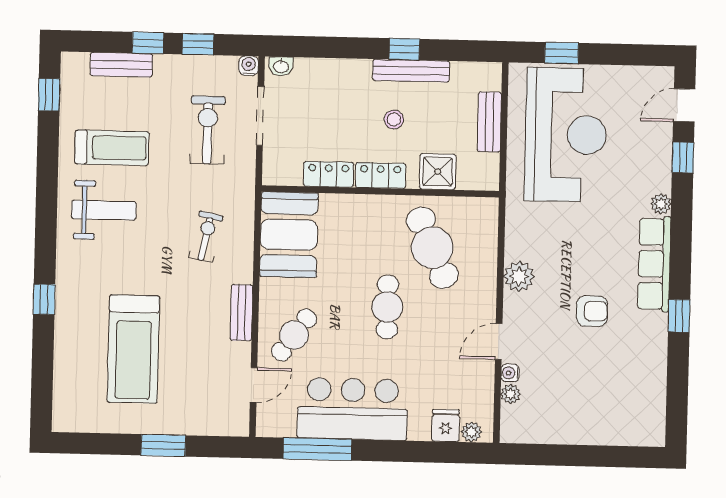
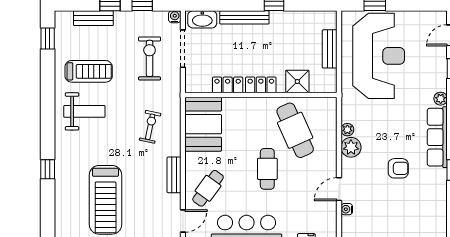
washbasin: (281, 66) -> (202, 19), width x1.91, depth x1.45
bench: (411, 71) -> (244, 17), moved
stool: (394, 119) -> (269, 49), removed
plant: (510, 394) -> (347, 130), moved

